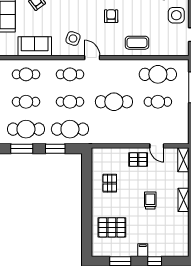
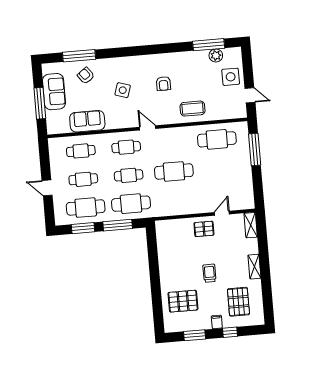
armchair: (111, 16) -> (163, 84), turned 180
side table: (73, 39) -> (123, 90), moved
cafe table: (158, 102) -> (219, 168), removed
door: (157, 146) -> (222, 213), swing flipped
window: (55, 149) -> (118, 225), width x1.44
pallet: (110, 183) -> (238, 302), moved, width x1.50, depth x1.42
trolley: (150, 201) -> (209, 273), moved

